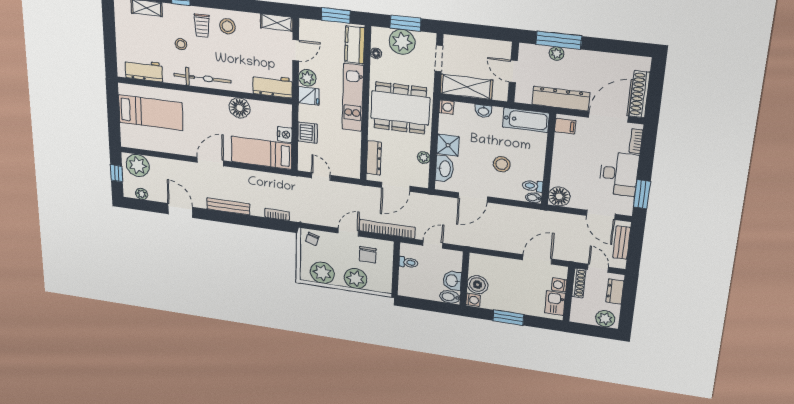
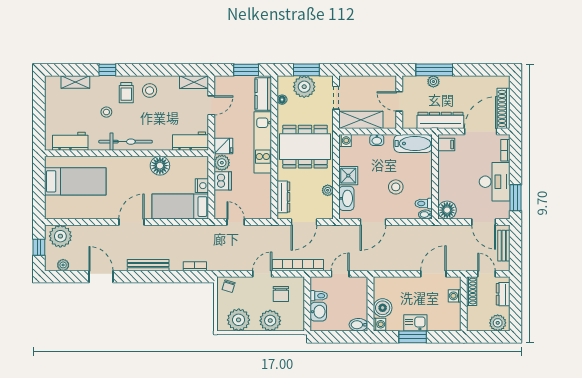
plant: (307, 78) -> (222, 163), moved
washbasin: (452, 281) -> (318, 312), moved, turned 180
kitchen sink: (555, 303) -> (415, 323), moved, turned 90

